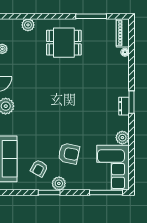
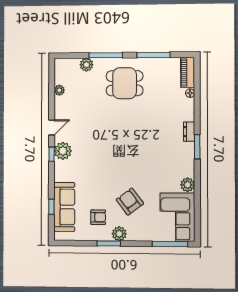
window: (46, 16) -> (106, 55), added
dresser: (124, 106) -> (189, 132), moved
armchair: (69, 153) -> (130, 202), turned -139
armchair: (39, 168) -> (98, 217), turned -119

